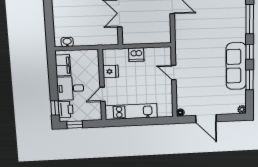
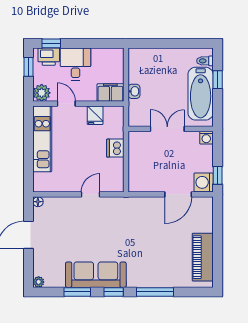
washbasin: (67, 42) -> (134, 91), moved
filing cabinet: (63, 65) -> (110, 93), moved, turned 180
plant: (95, 114) -> (42, 93), added

